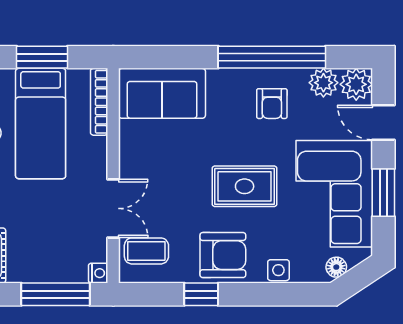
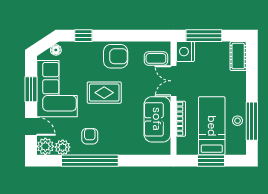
sofa: (162, 93) -> (157, 119), moved, turned -90
bookcase: (99, 102) -> (181, 119), moved
armchair: (223, 255) -> (116, 56), turned 180
side table: (278, 270) -> (86, 48), removed
nightstand: (98, 273) -> (185, 52), width x1.89, depth x1.79
window: (201, 294) -> (83, 36), moved

